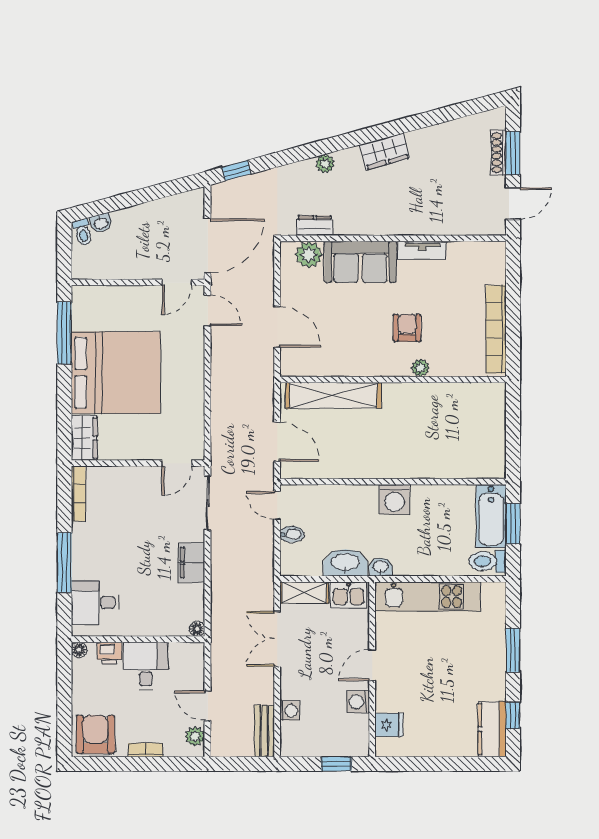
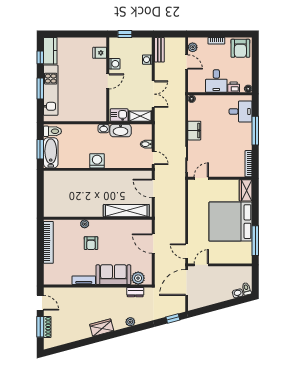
door: (513, 203) -> (40, 303), swing flipped
kitchen unit: (427, 597) -> (51, 90), moved, turned 90

